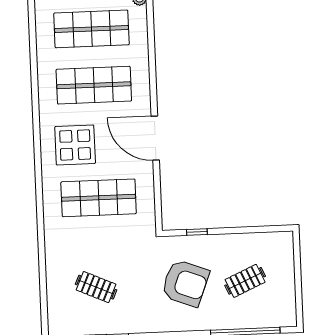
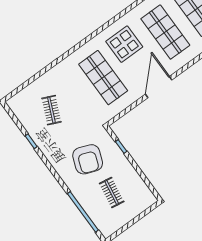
clothes rail: (245, 281) -> (112, 192), turned 33

